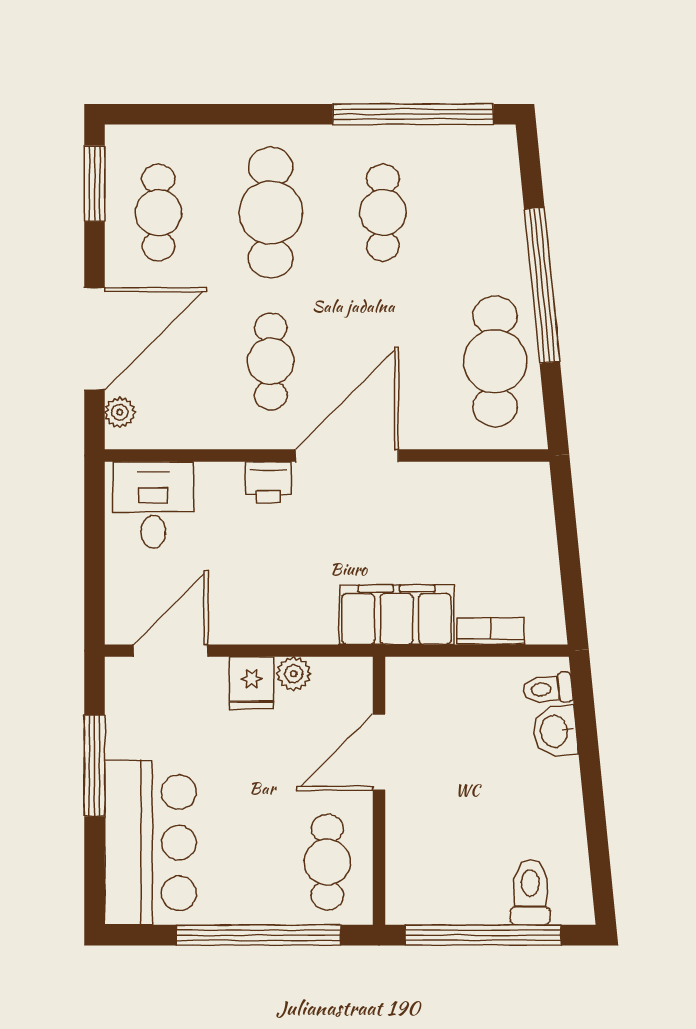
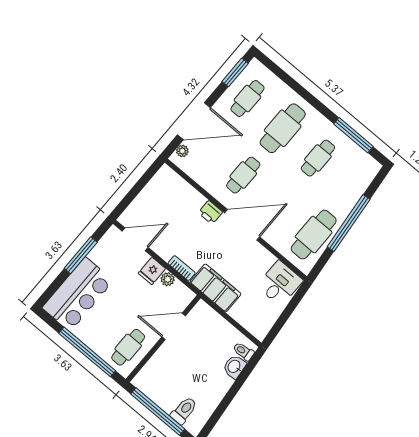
window: (413, 114) -> (353, 135), width x0.68
desk: (153, 505) -> (280, 283), moved
bookcase: (491, 631) -> (182, 268), moved

